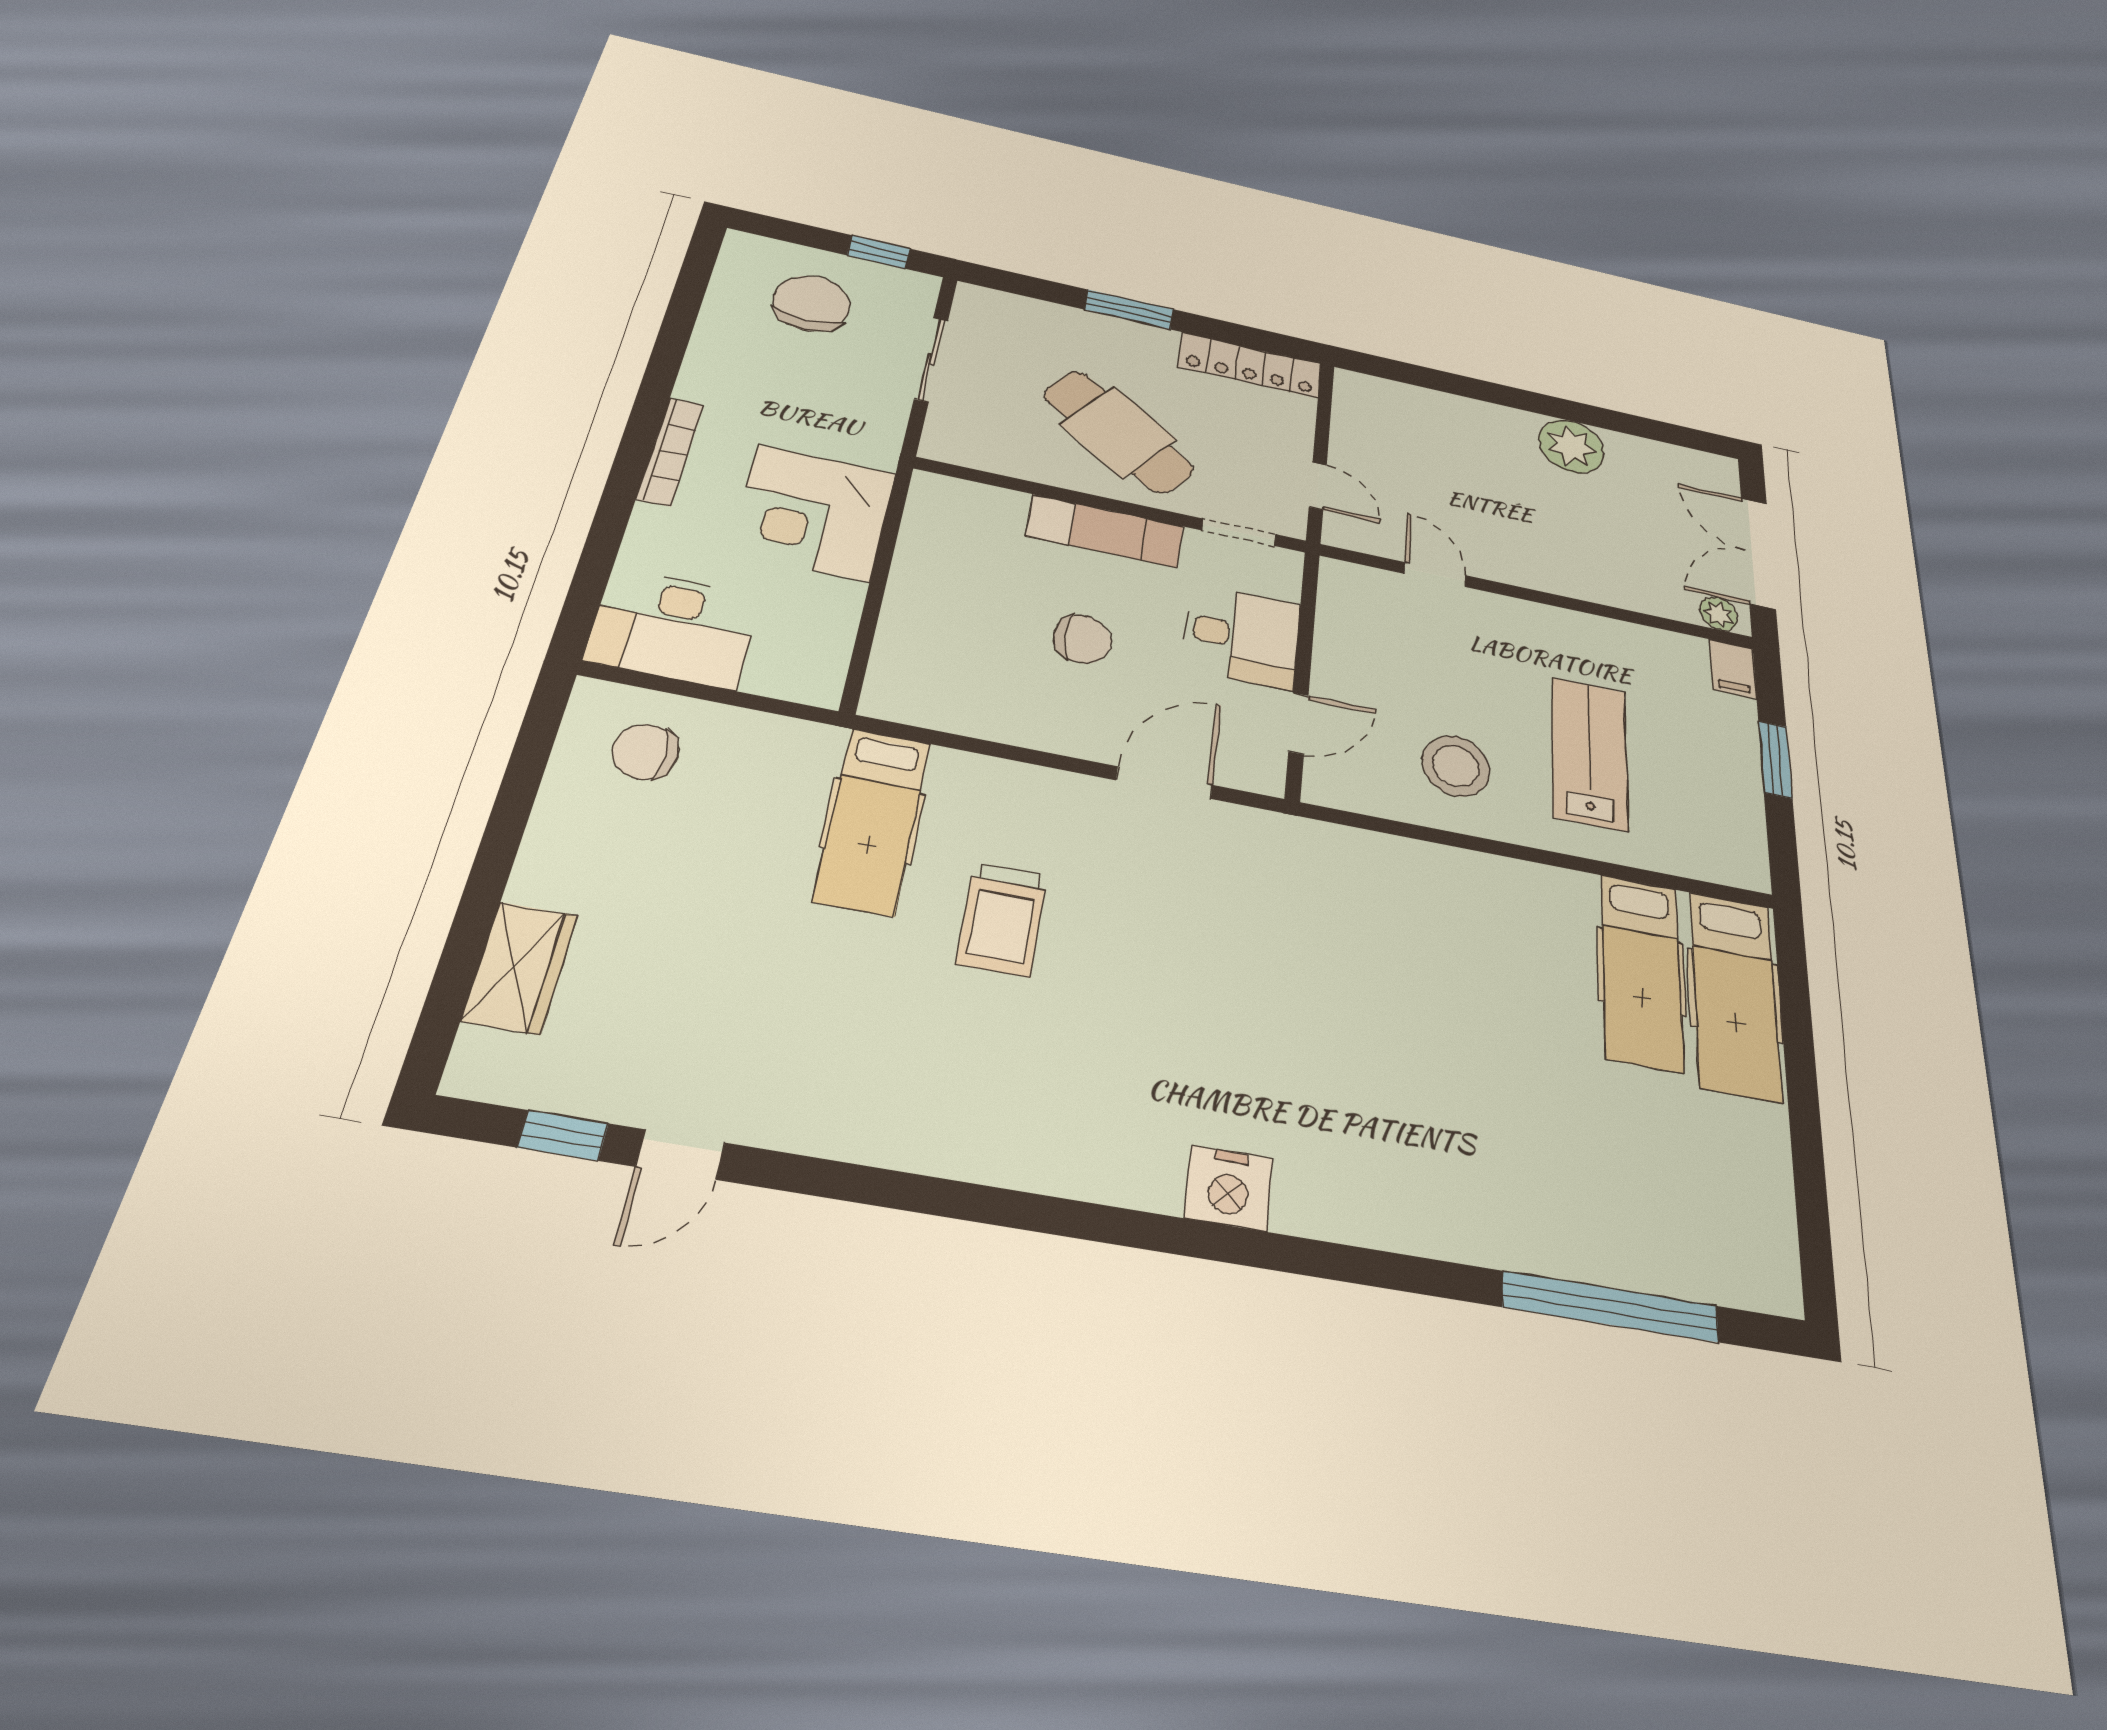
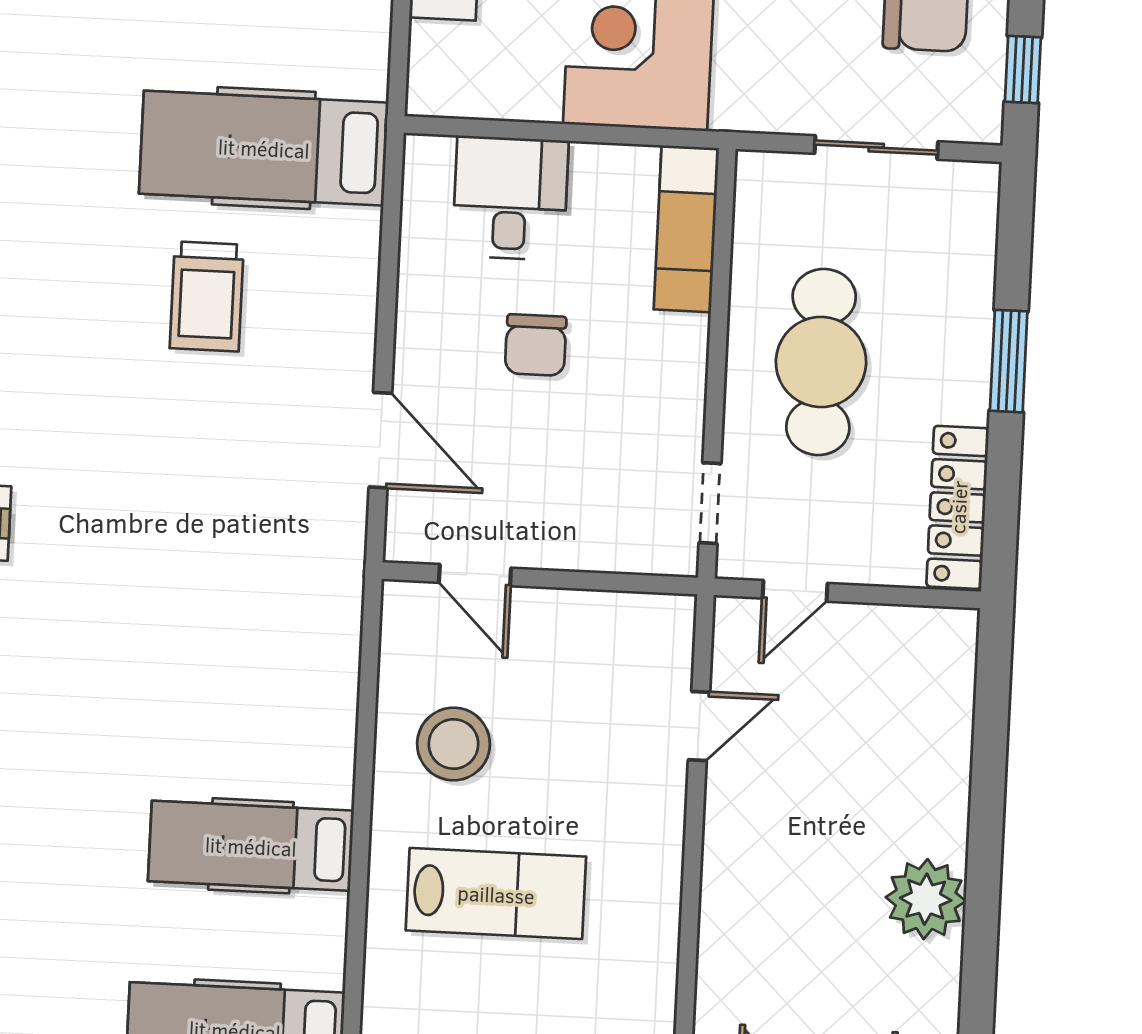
cafe table: (1118, 432) -> (821, 362), turned -36
exam couch: (1105, 531) -> (686, 229), moved
desk: (1242, 636) -> (510, 198), moved, turned 180
hospital bed: (873, 821) -> (264, 148), width x1.37, depth x1.29
trolley: (1002, 919) -> (207, 296), turned -90
hospital bed: (1642, 972) -> (251, 846), moved

